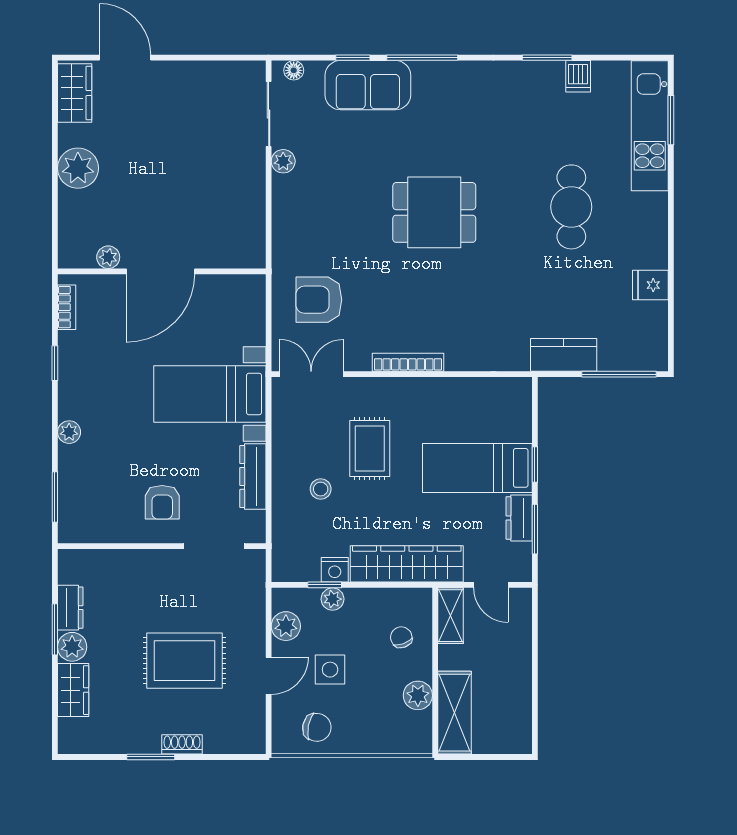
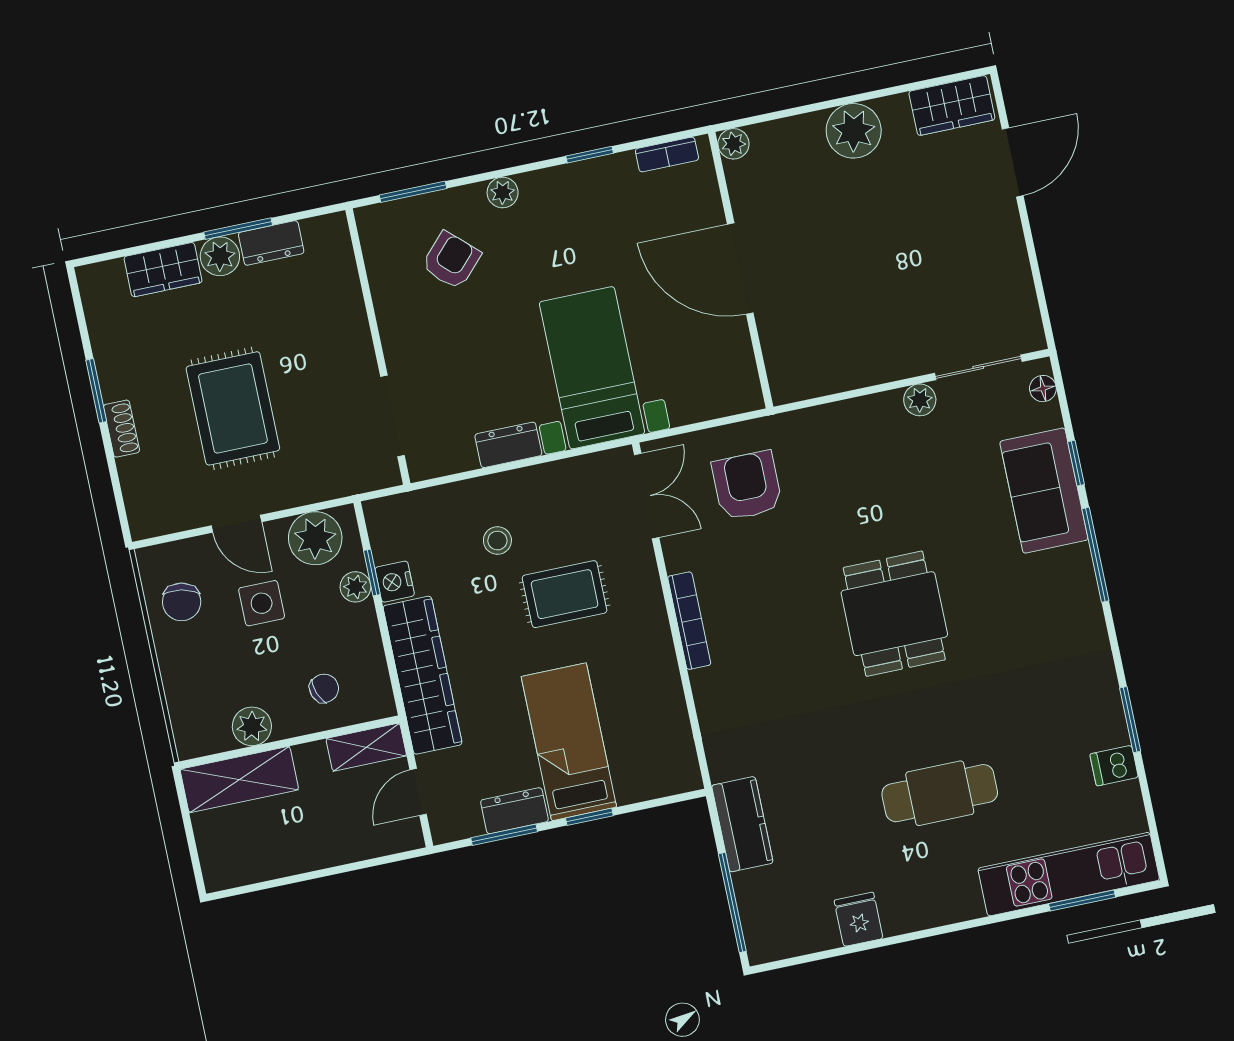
plant: (108, 257) -> (734, 144), moved
dresser: (253, 476) -> (508, 445), width x0.70
armchair: (162, 502) -> (451, 260), moved, turned 133
plant: (286, 626) -> (315, 538), width x1.36, depth x1.36

